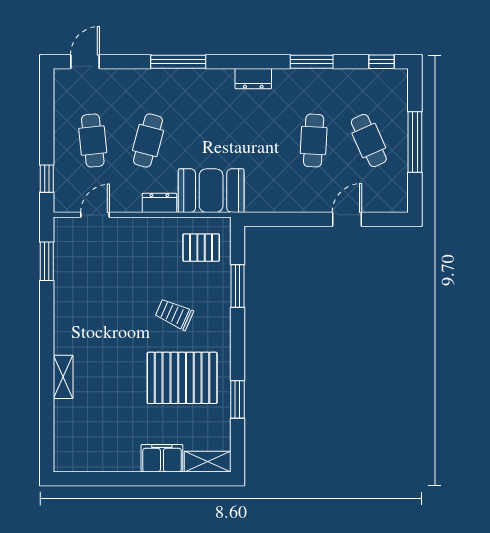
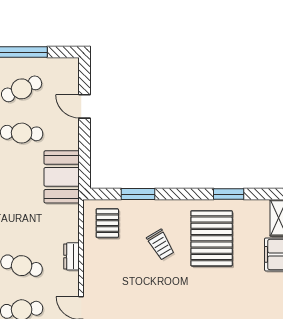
booth: (211, 191) -> (62, 177), moved
trolley: (174, 314) -> (161, 245), turned -55

